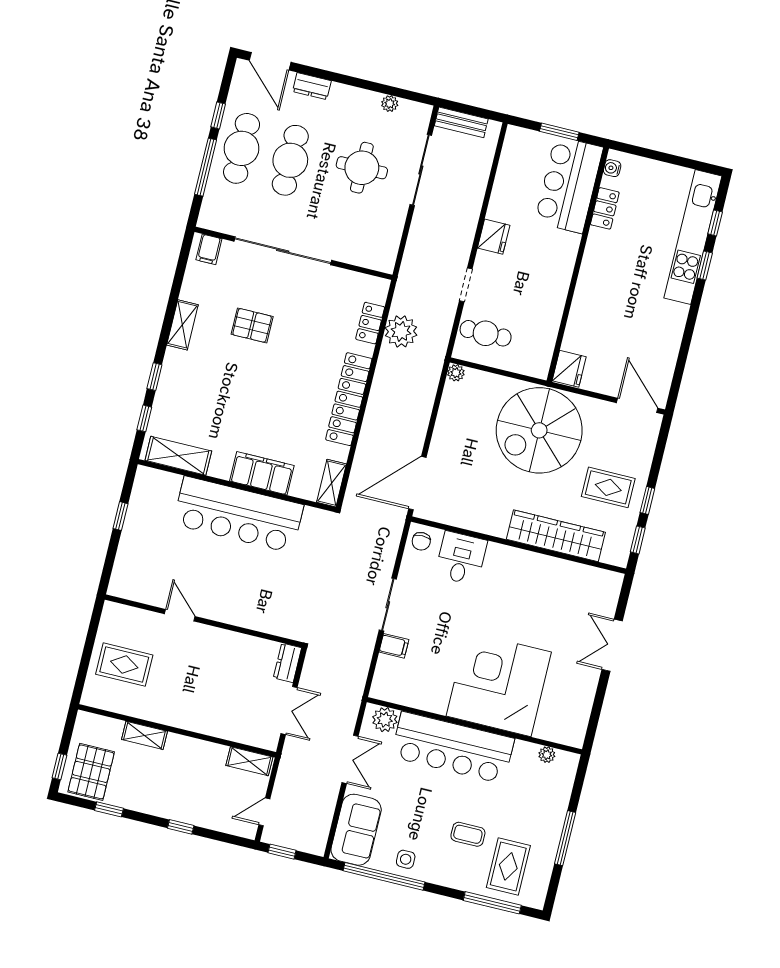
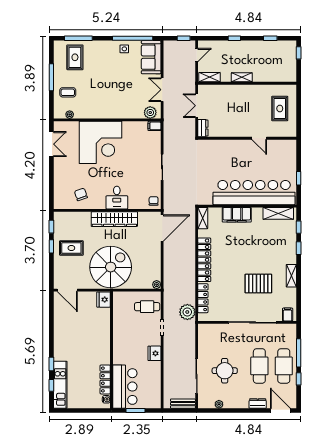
locker: (605, 208) -> (105, 379), width x1.53
kitchen unit: (693, 237) -> (60, 385), width x0.73
locker: (370, 323) -> (203, 298), width x1.53
pallet: (252, 325) -> (258, 284), width x1.50, depth x1.42
plant: (401, 331) -> (187, 312), moved
bar counter: (238, 515) -> (254, 193), width x1.36
wardrobe: (556, 536) -> (114, 219), moved
desk: (461, 558) -> (117, 198), moved
chair: (563, 590) -> (81, 194), added
double door: (612, 645) -> (51, 144), moved
filing cabinet: (394, 646) -> (154, 126), moved
rug: (124, 665) -> (280, 108), turned 90
shelving: (144, 735) -> (242, 77), moved
bar counter: (453, 748) -> (115, 107), removed
pallet: (91, 772) -> (283, 54), removed
coffee table: (468, 834) -> (68, 92), moved

